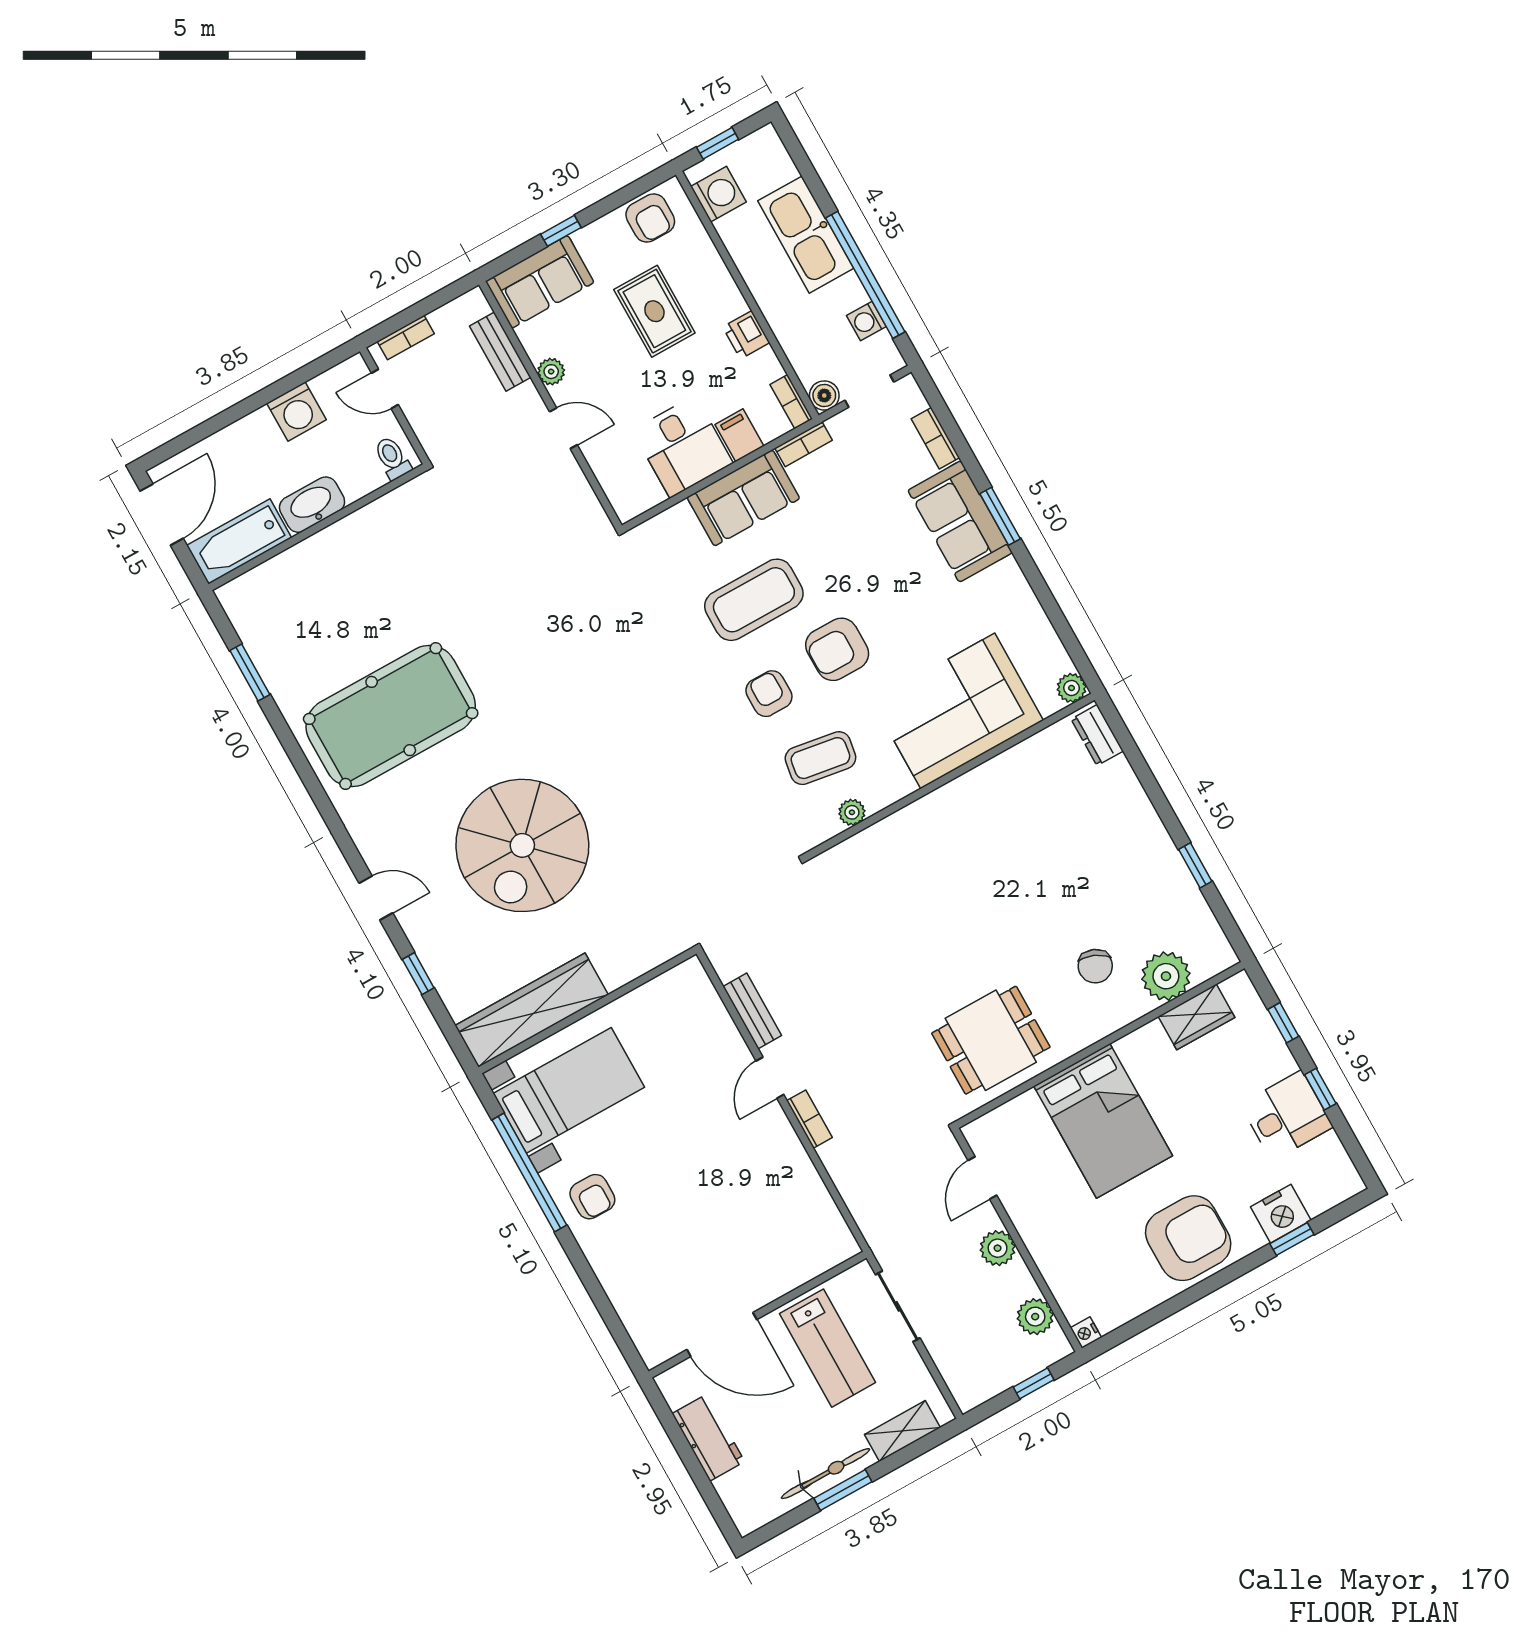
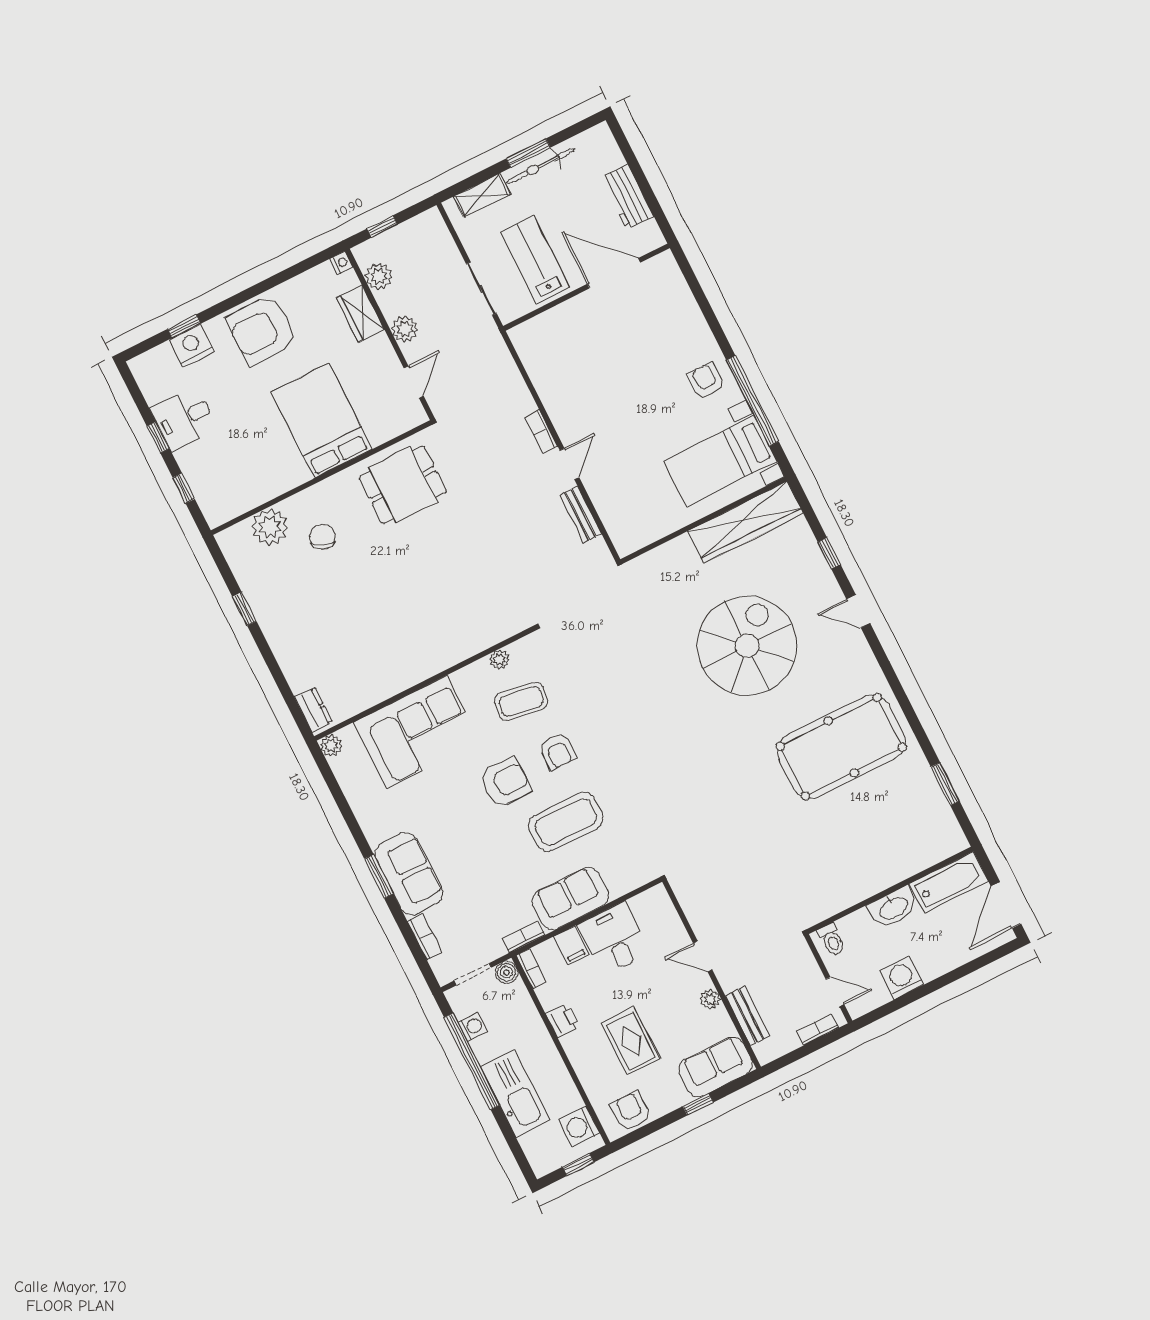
wardrobe: (1197, 1017) -> (360, 314), moved, turned -90

